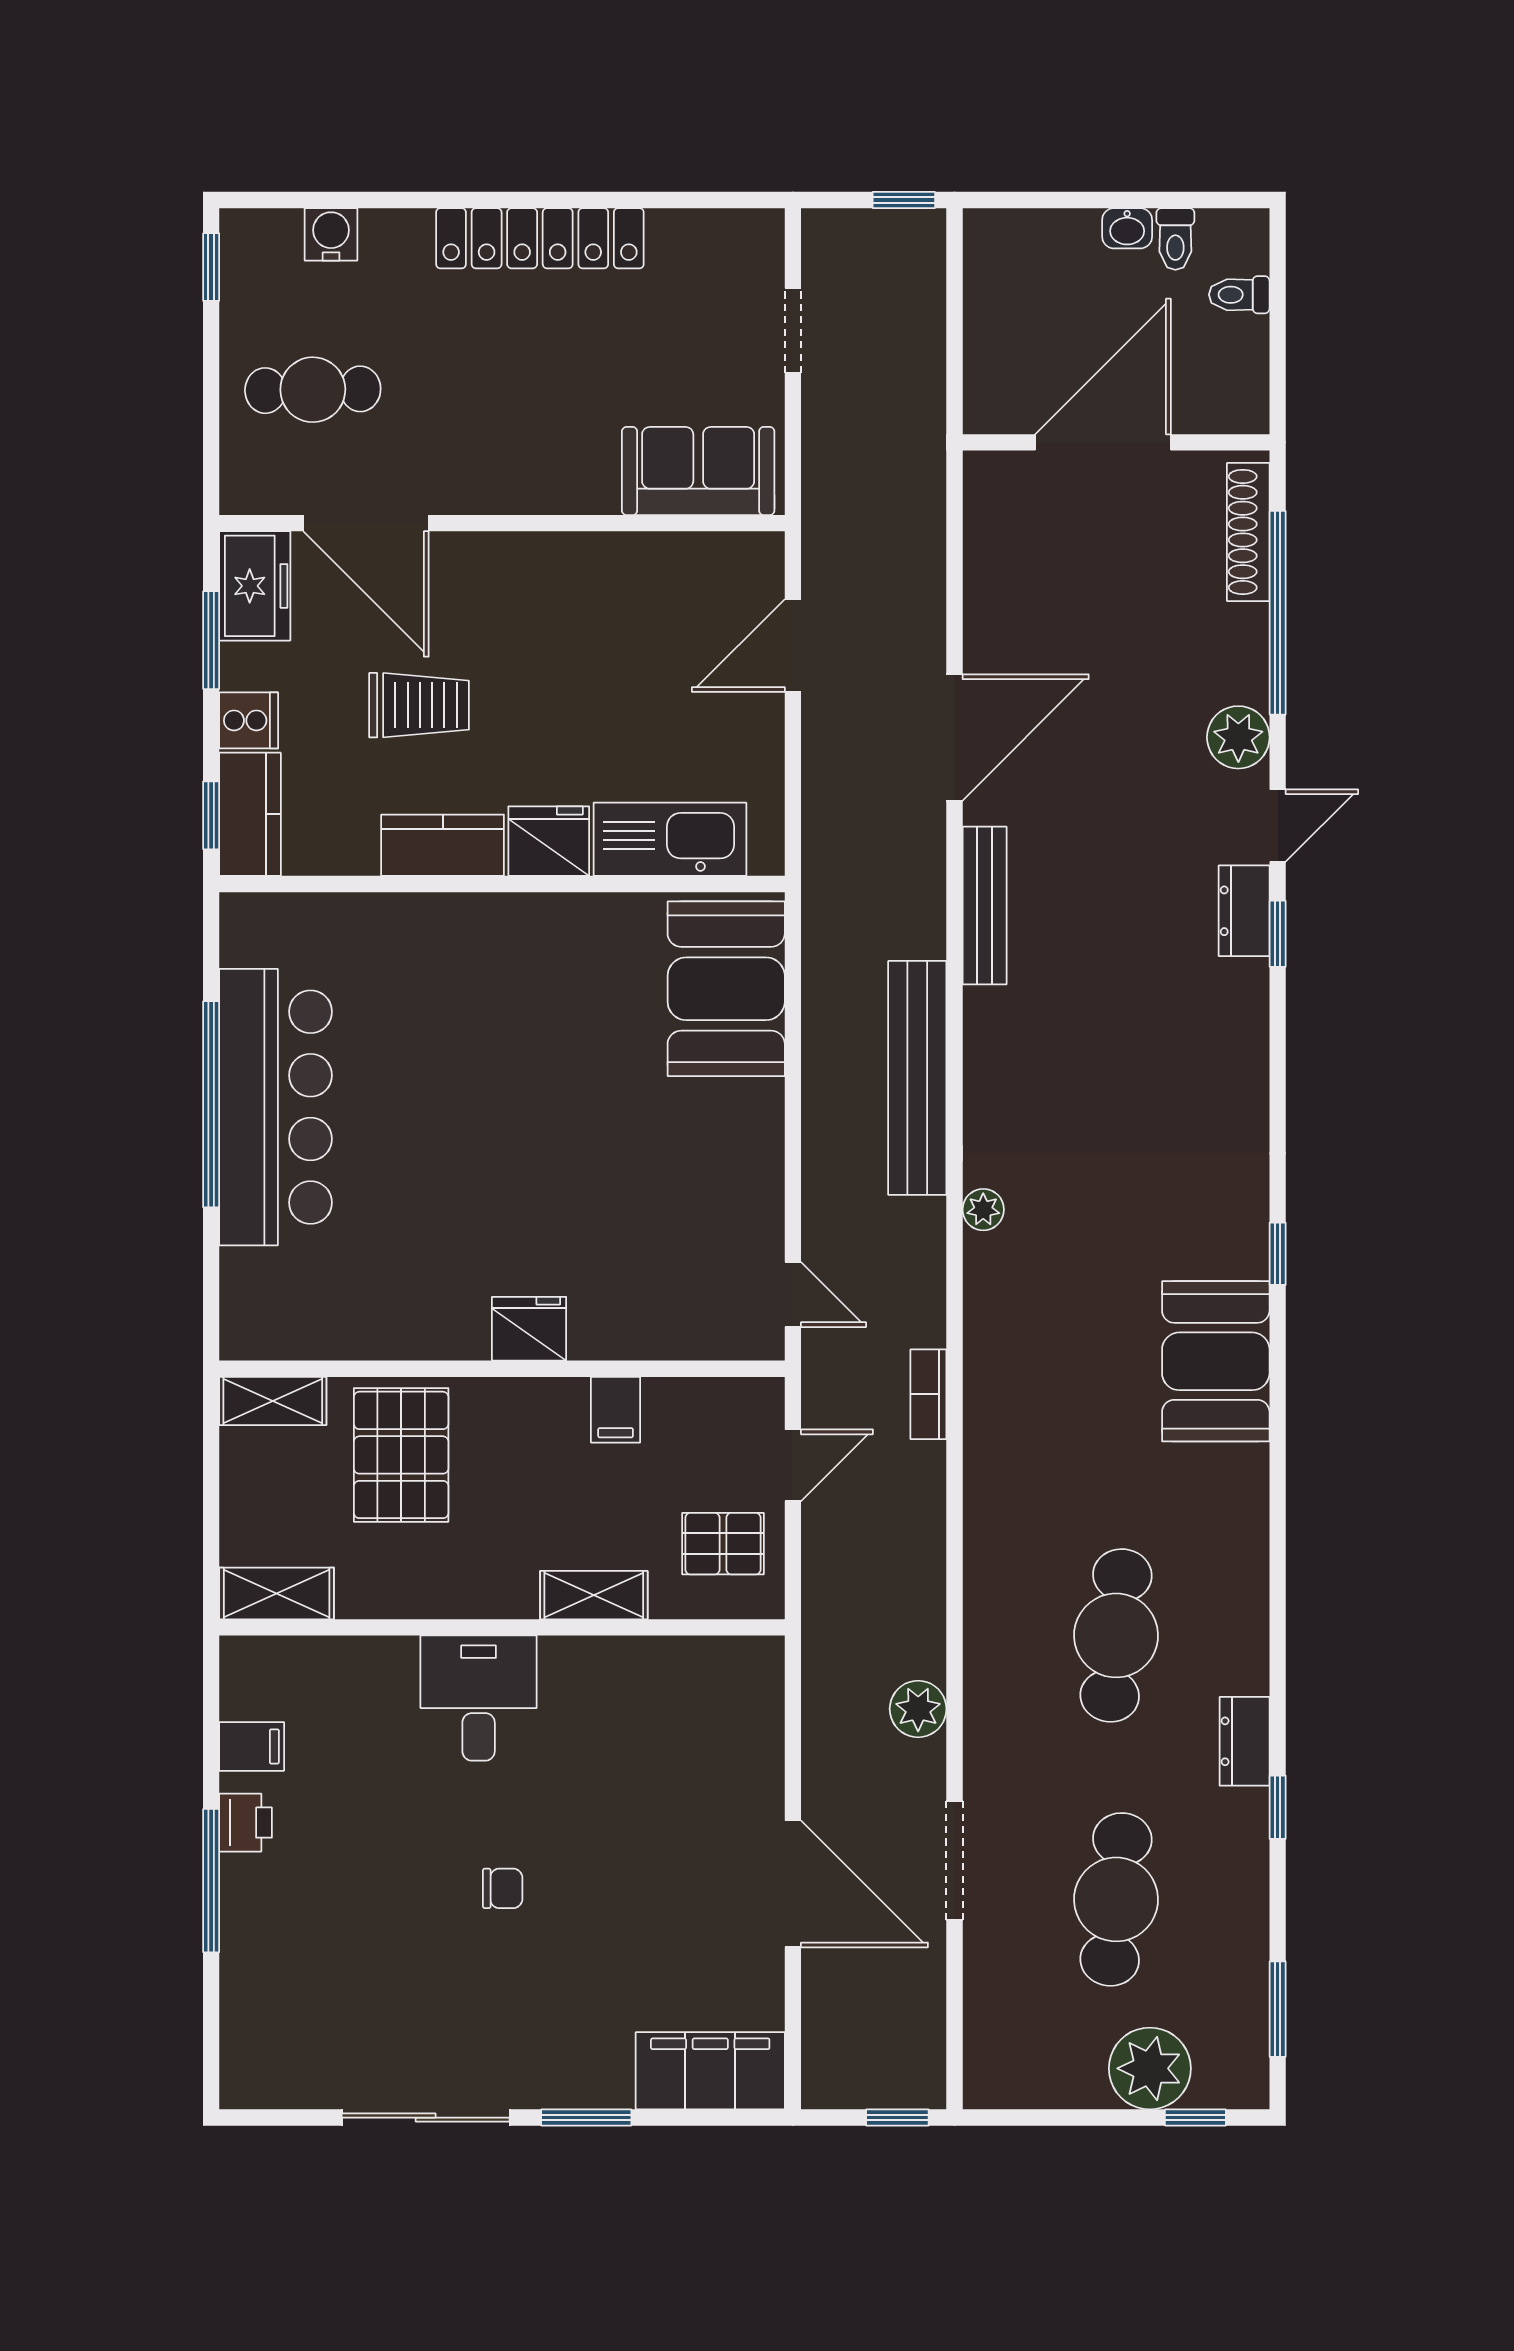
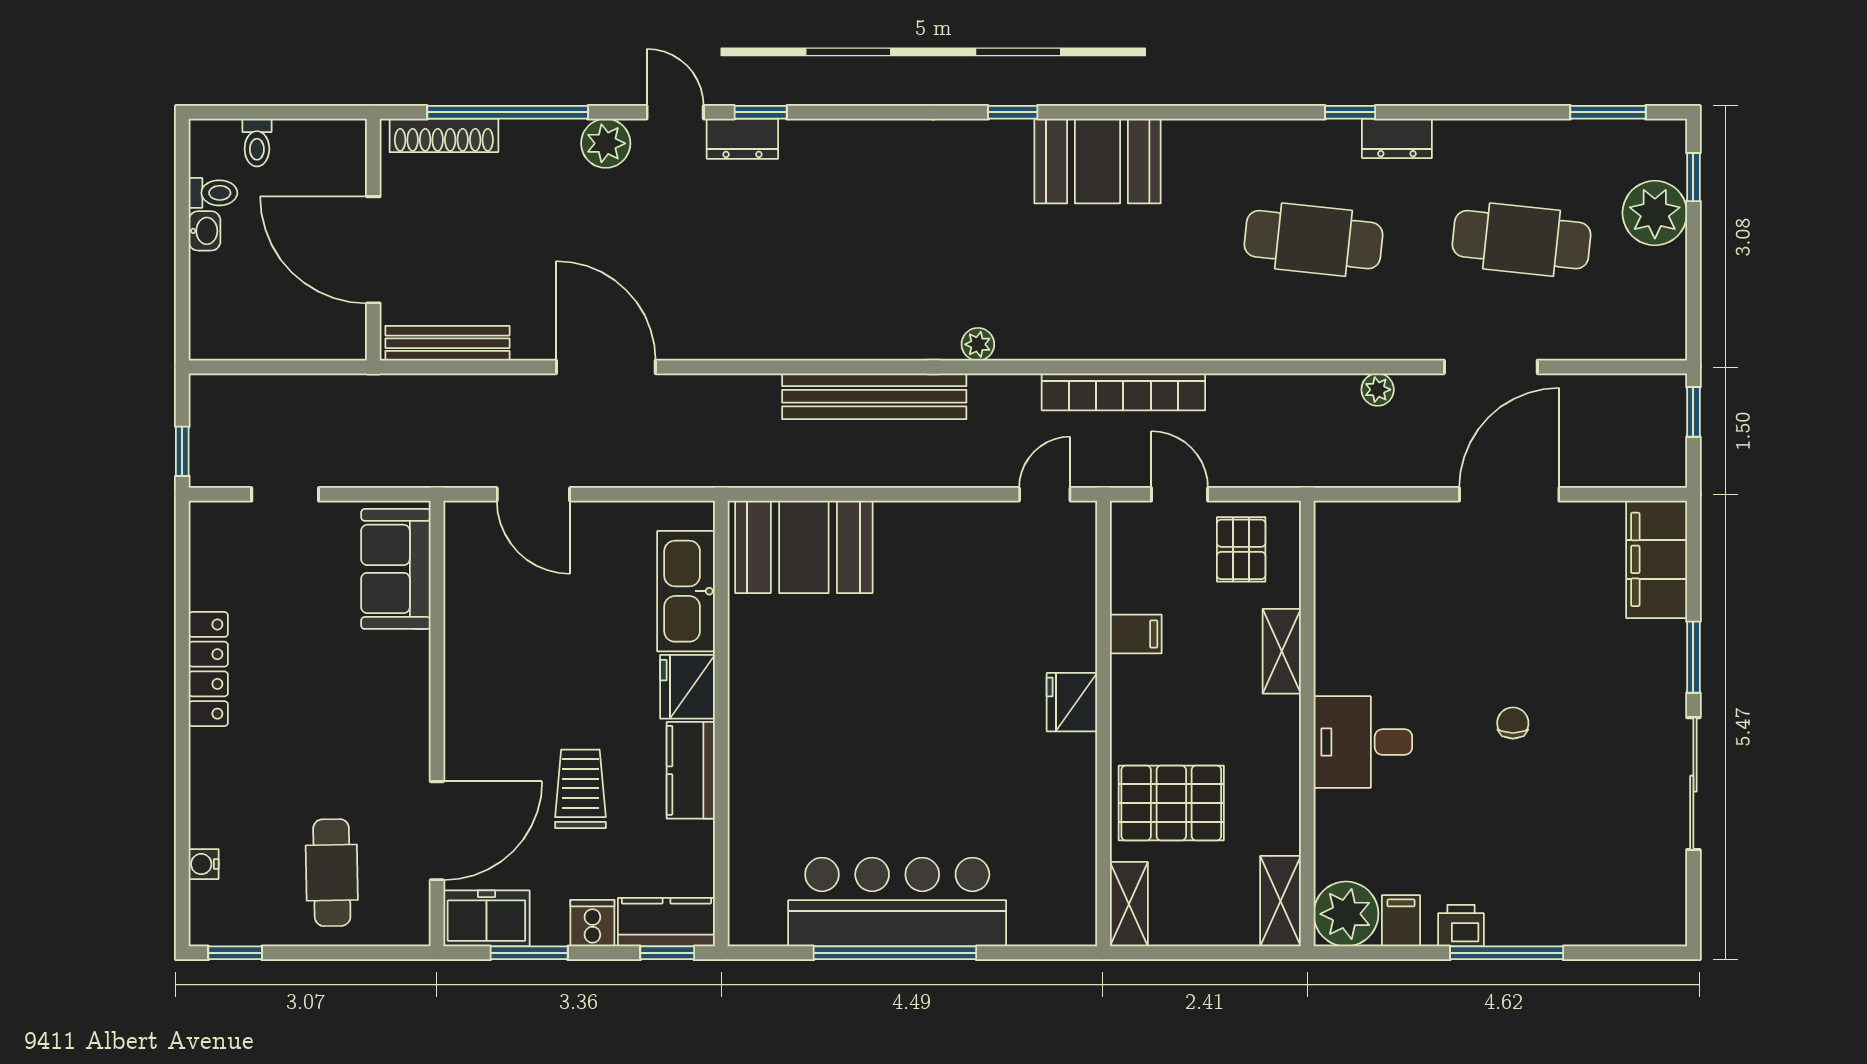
window: (904, 200) -> (182, 451), moved
water cooler: (331, 234) -> (204, 864), width x0.72, depth x0.72
locker: (540, 238) -> (208, 669), width x0.71, depth x0.83
bench: (985, 906) -> (447, 343), moved
bookcase: (928, 1394) -> (1123, 392), width x2.31, depth x1.31
plant: (260, 1677) -> (1346, 914), added
plant: (918, 1709) -> (1378, 390), width x0.73, depth x0.73
window: (1278, 1807) -> (1350, 112), moved

